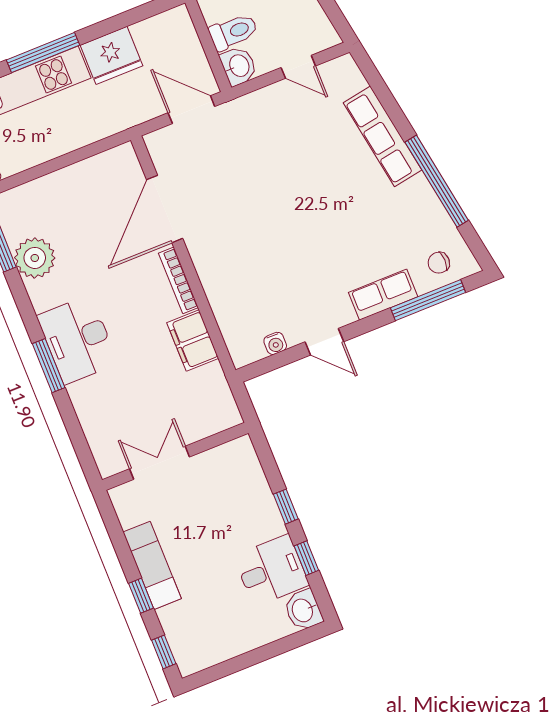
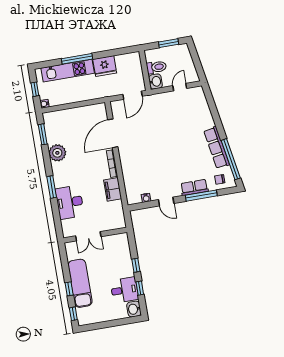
door: (298, 67) -> (180, 87), swing flipped
door: (191, 110) -> (132, 95), swing flipped
row of seats: (383, 136) -> (217, 148), moved
window: (437, 181) -> (231, 159), moved
plant: (35, 258) -> (57, 153), moved
window: (428, 300) -> (201, 196), moved
desk: (77, 340) -> (70, 202), moved
double door: (159, 463) -> (88, 236), swing flipped
exam couch: (152, 565) -> (80, 283), width x1.36, depth x1.45

